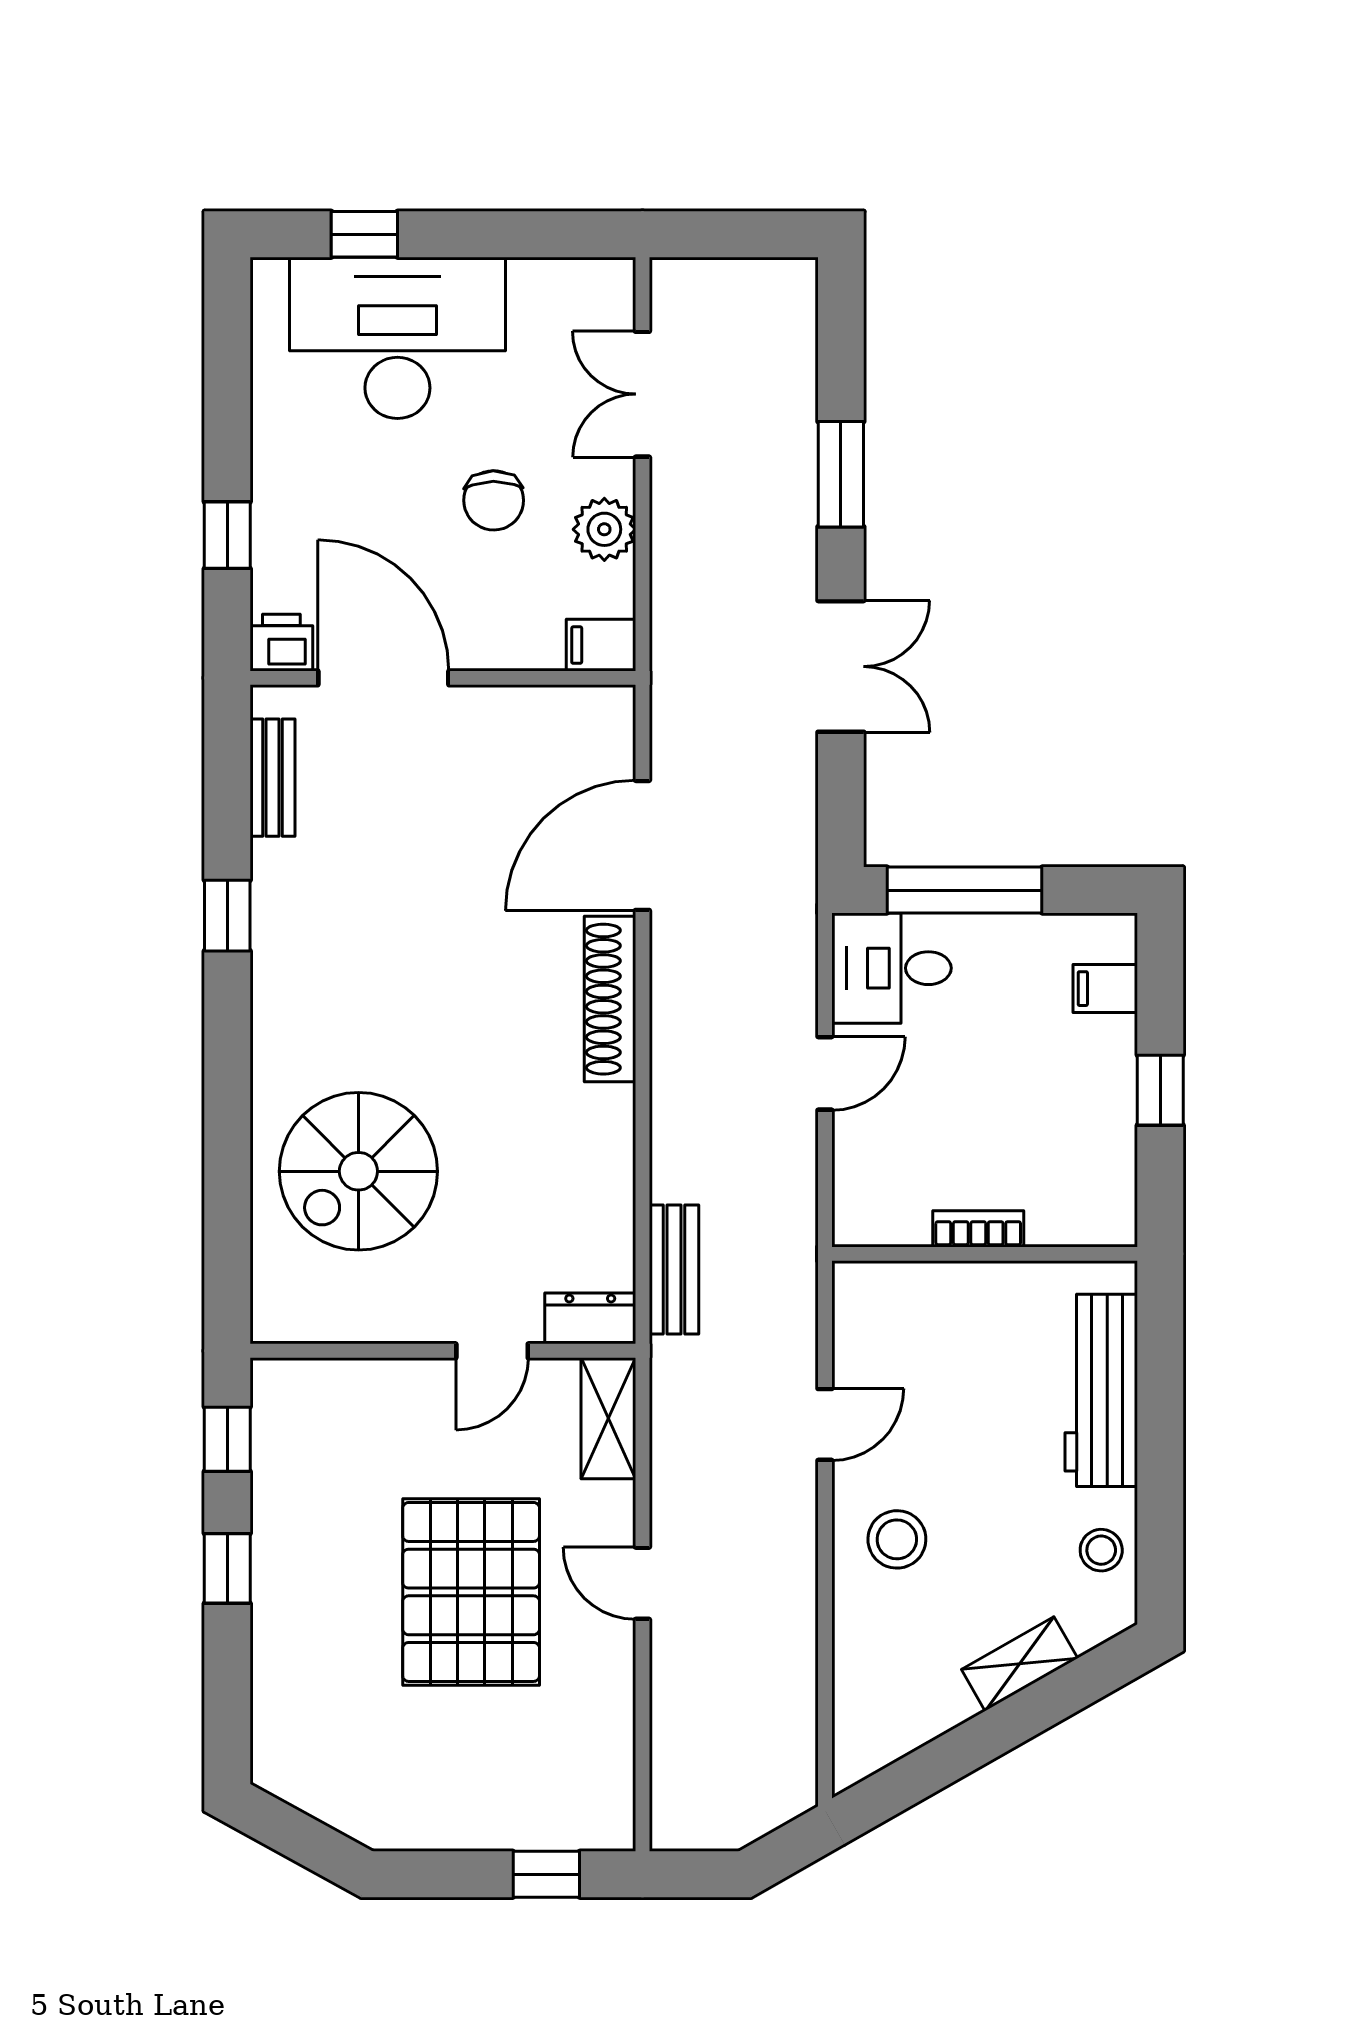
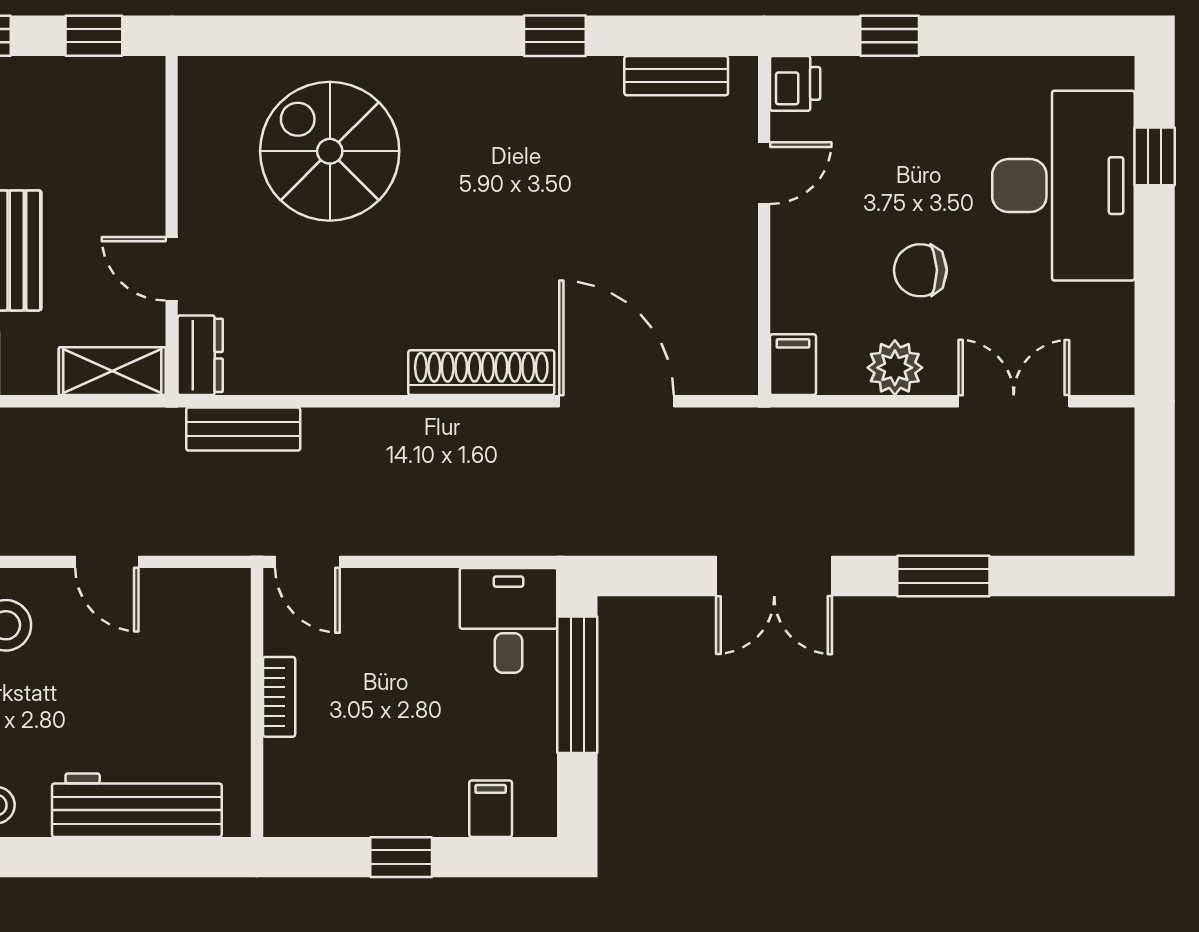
door: (383, 678) -> (764, 173), width x0.53
door: (825, 1073) -> (307, 562), moved

